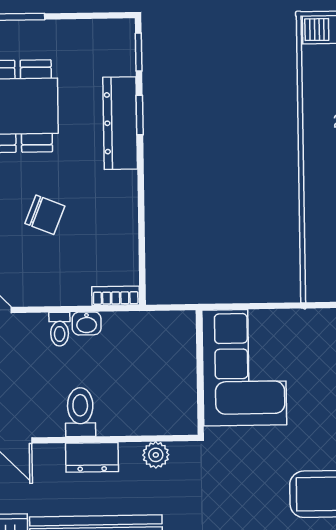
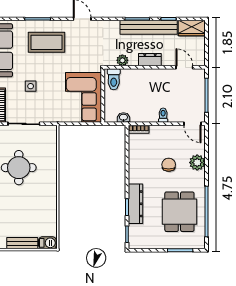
chair: (45, 215) -> (169, 165), turned 68
washbasin: (87, 323) -> (123, 118), moved
toilet: (80, 412) -> (114, 79), moved

